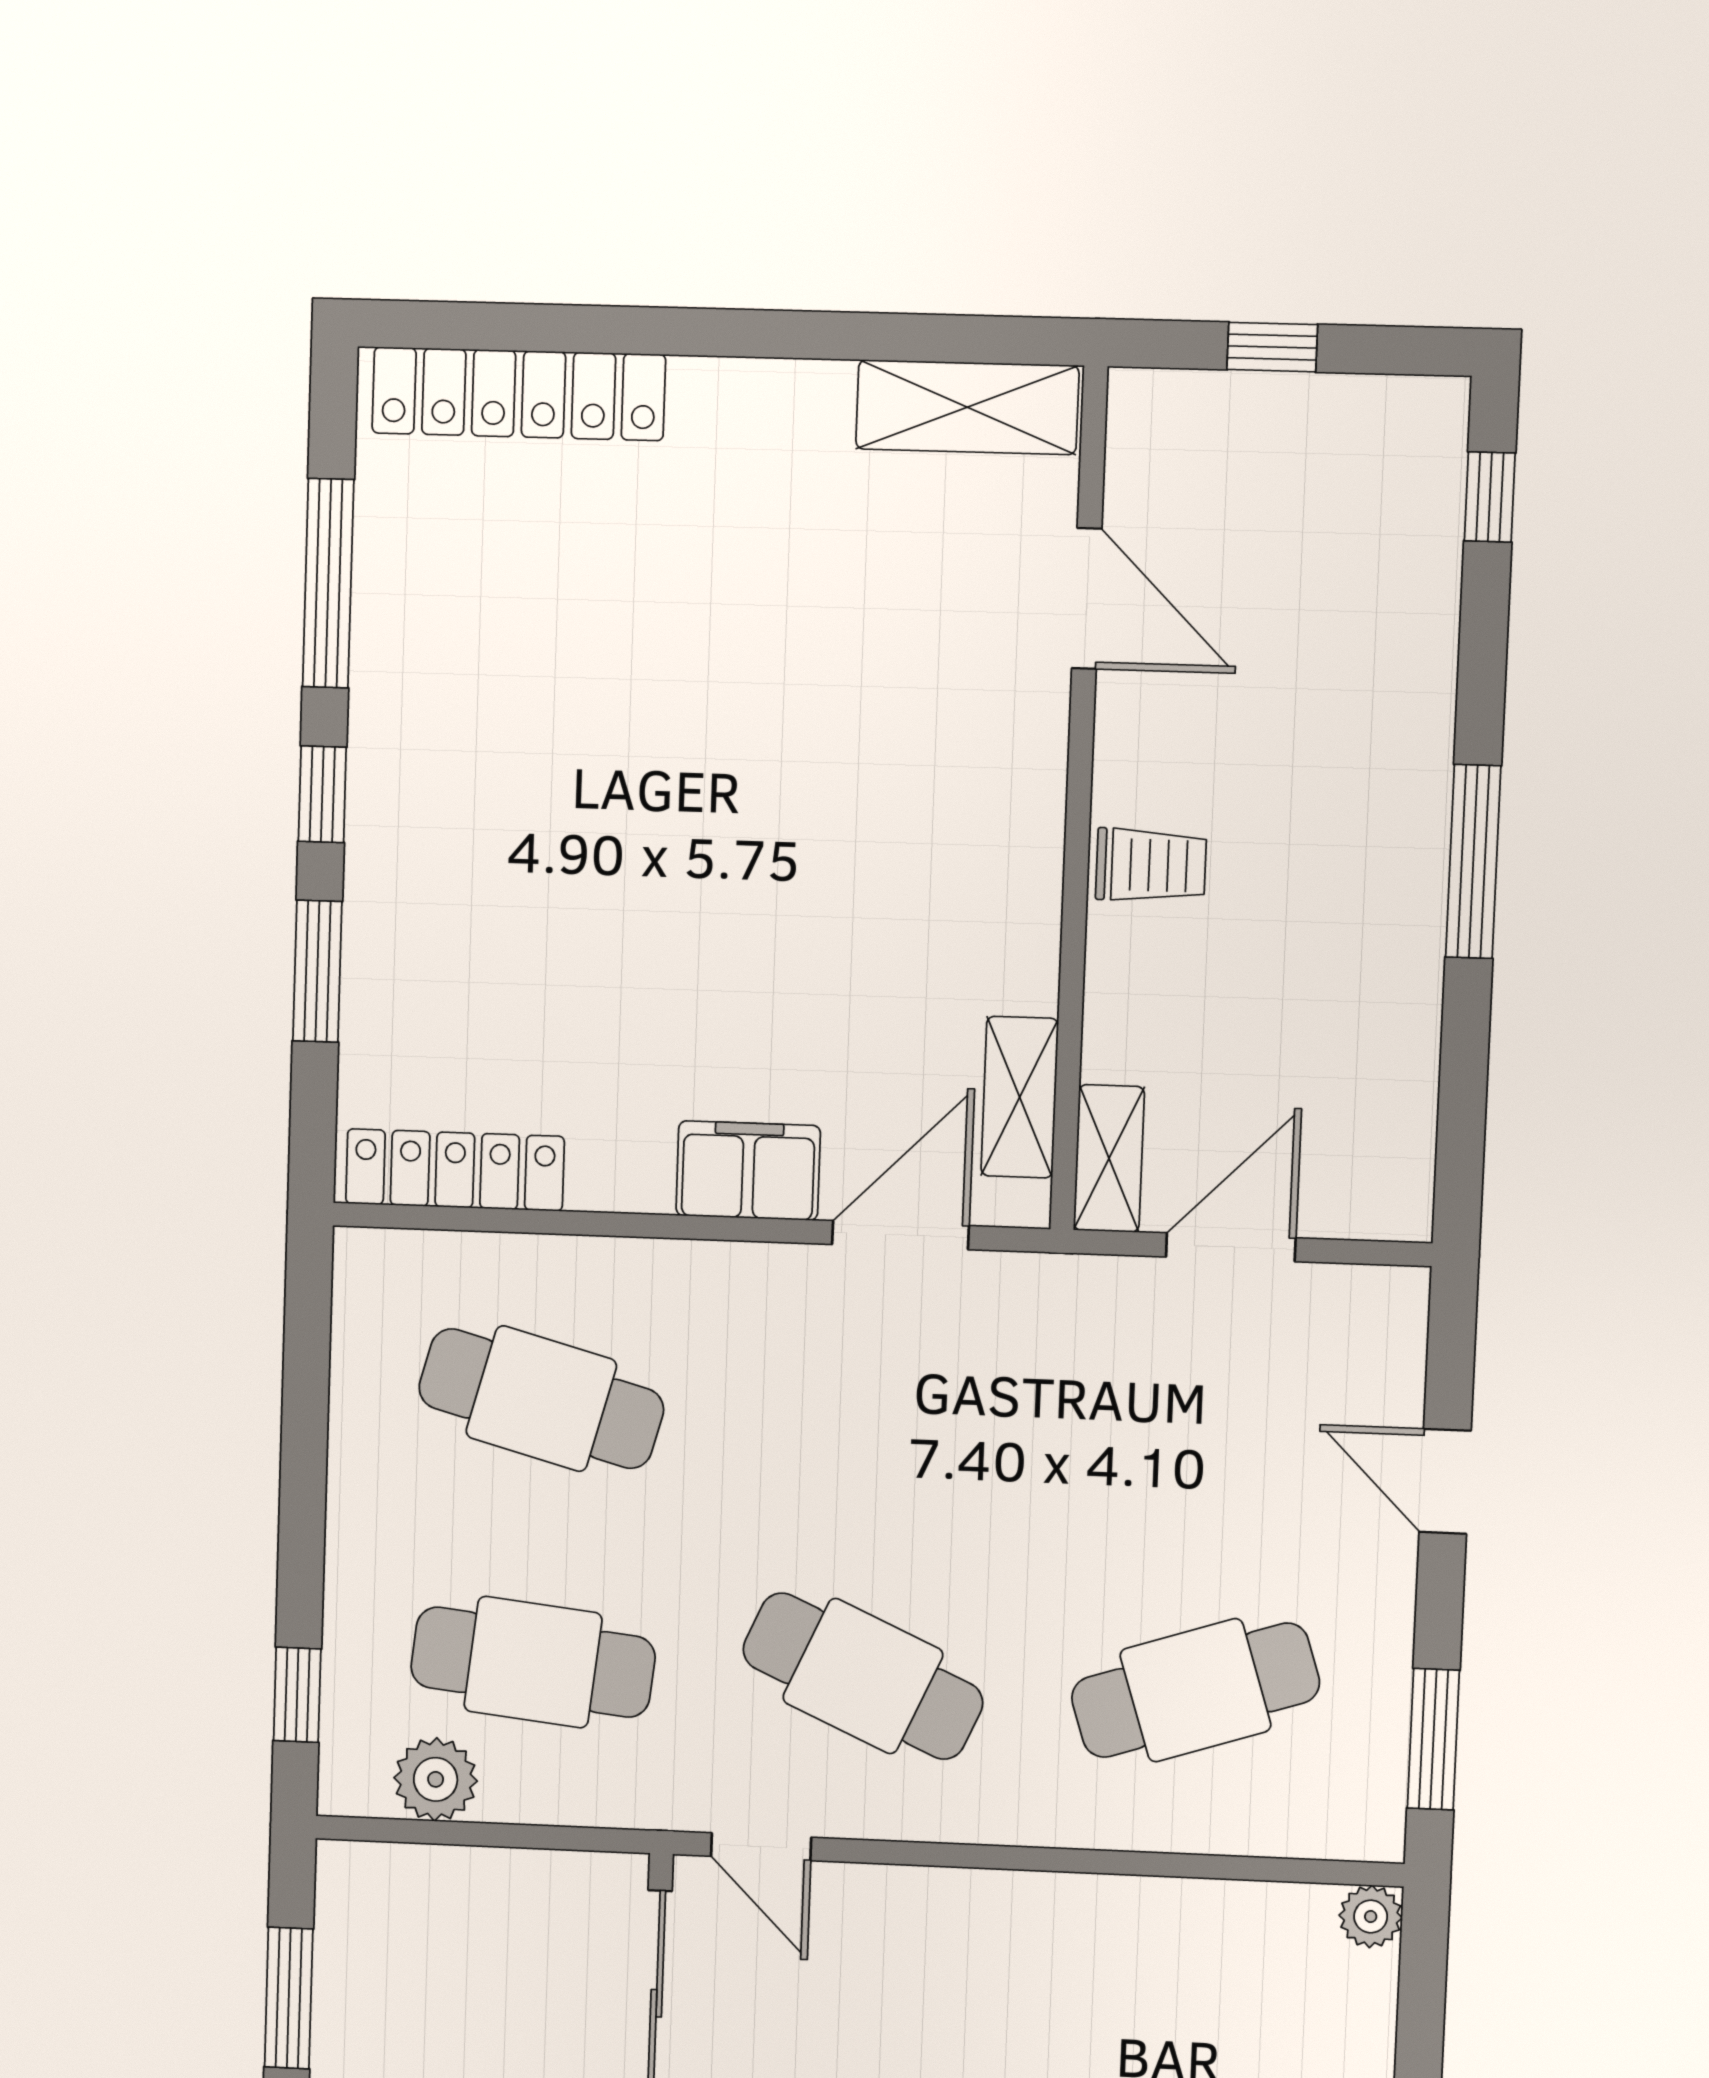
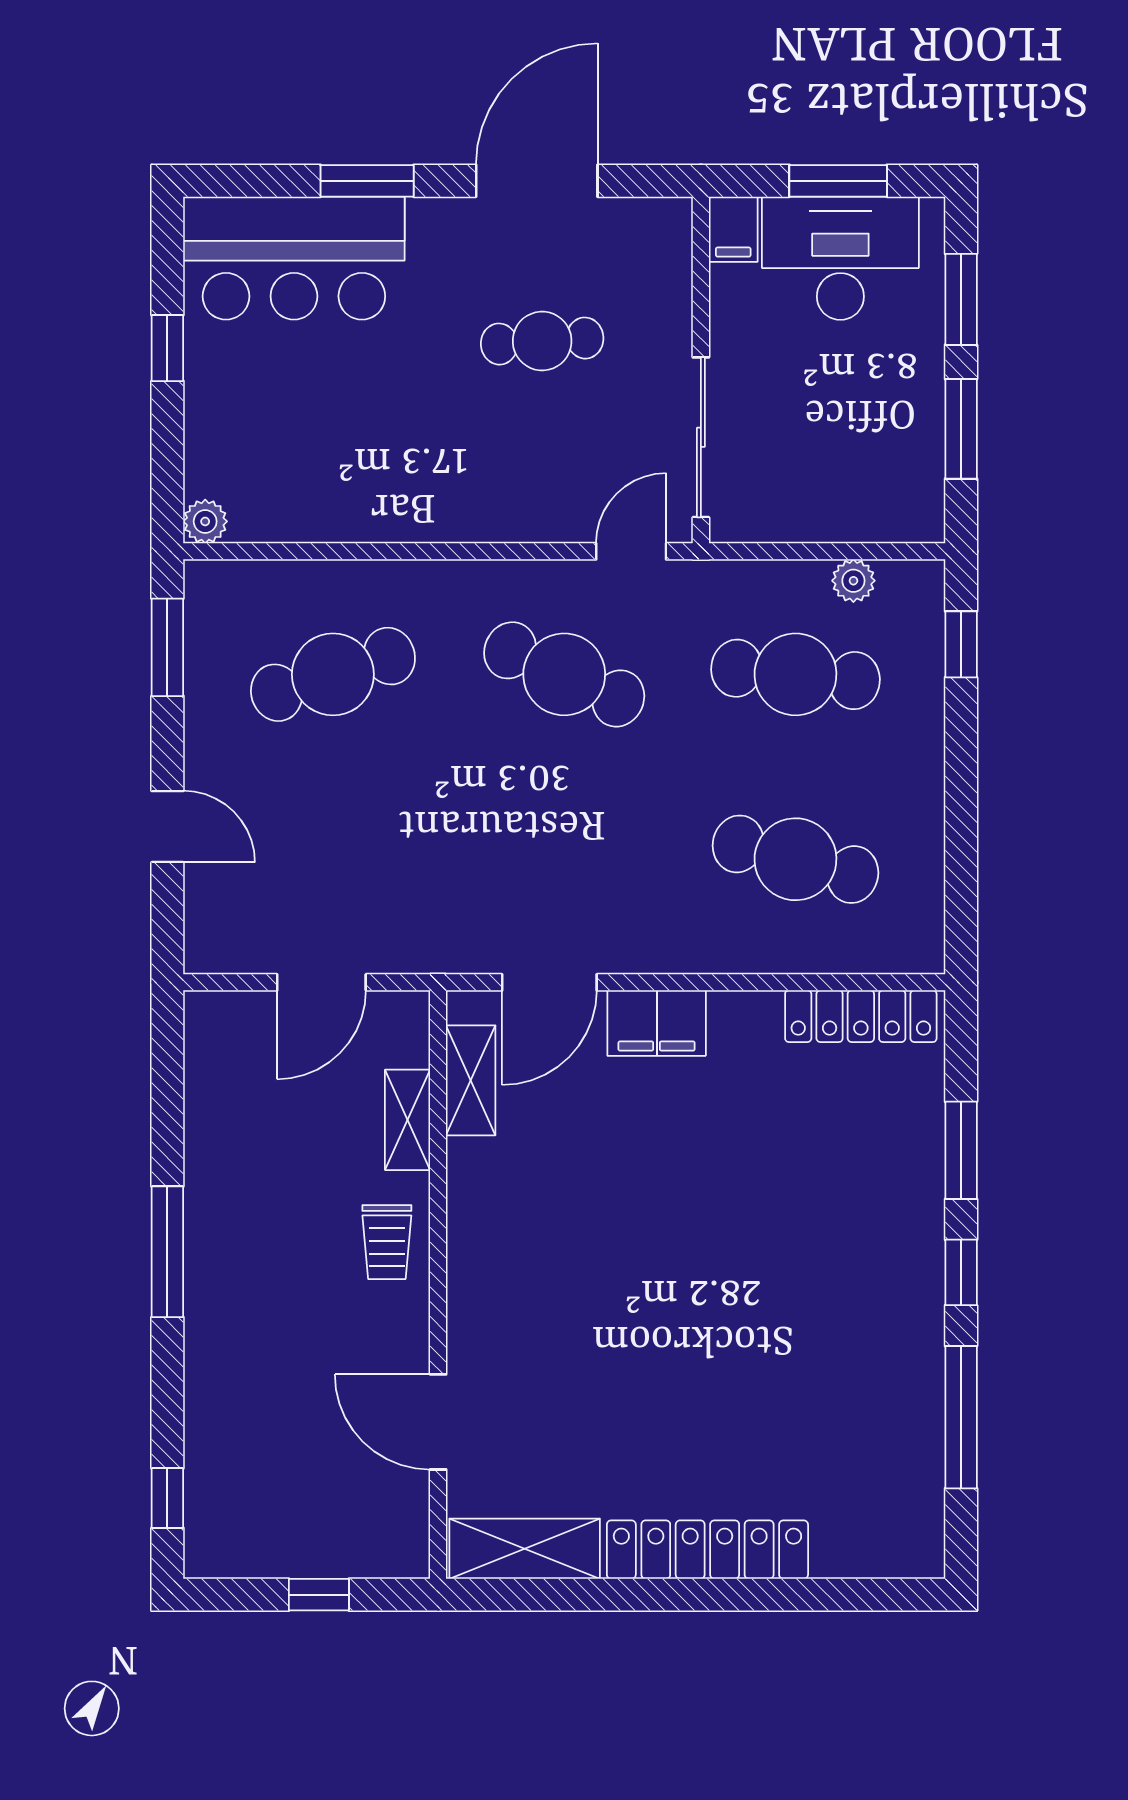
locker: (519, 394) -> (707, 1550), moved
trolley: (1151, 865) -> (387, 1242), turned -90
shelving: (1109, 1158) -> (408, 1120), moved
plant: (436, 1779) -> (853, 581), width x0.73, depth x0.73
door: (761, 1847) -> (631, 551), hinge flipped

